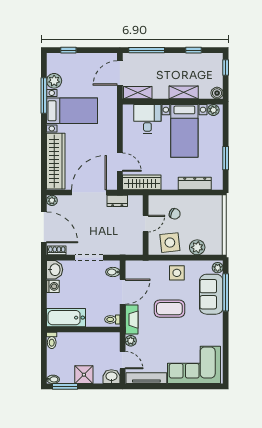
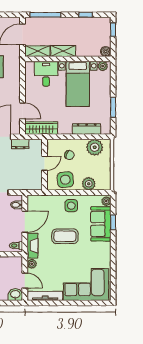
shelving: (184, 92) -> (63, 51), moved
plant: (204, 205) -> (95, 147), added
window: (226, 292) -> (113, 222), width x0.46

